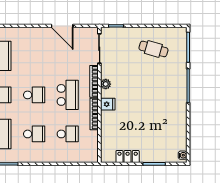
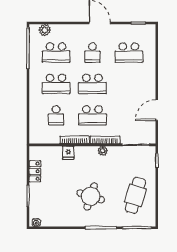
cafe table: (153, 49) -> (135, 195), width x1.37, depth x1.35
school desk: (34, 95) -> (92, 84), width x1.85
round table: (154, 97) -> (91, 196), added
fridge: (108, 104) -> (68, 153), moved
school desk: (34, 134) -> (56, 84), width x1.85

